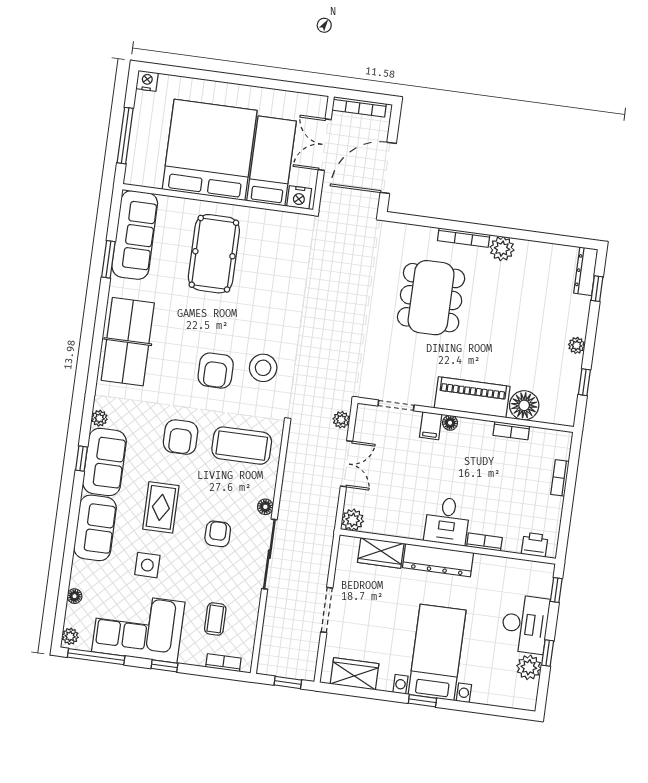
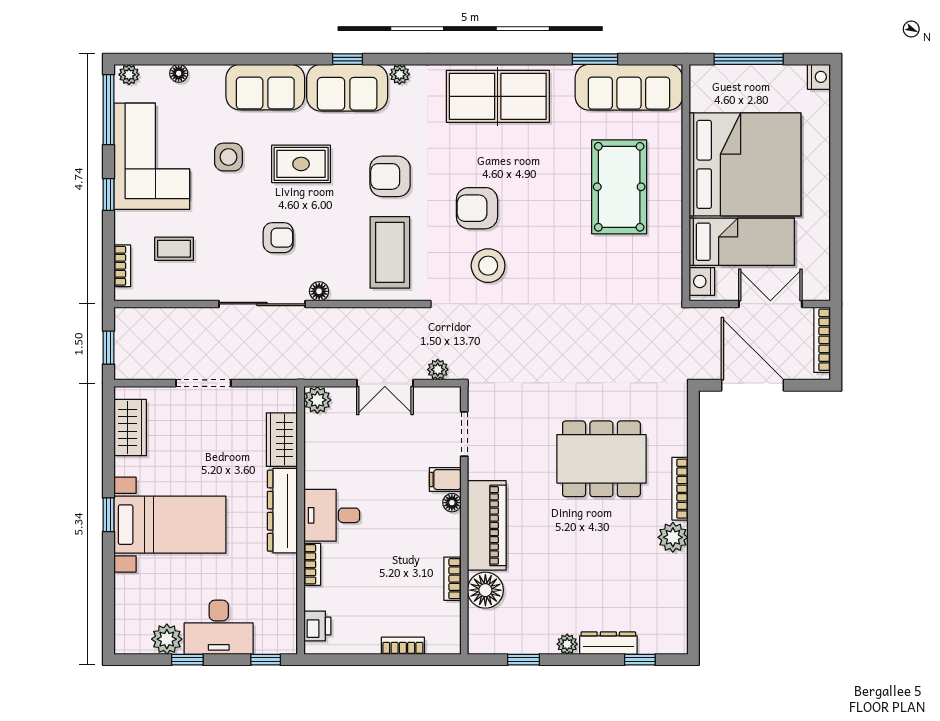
pool table: (214, 254) -> (619, 187), turned 90
dresser: (586, 271) -> (608, 643), moved

